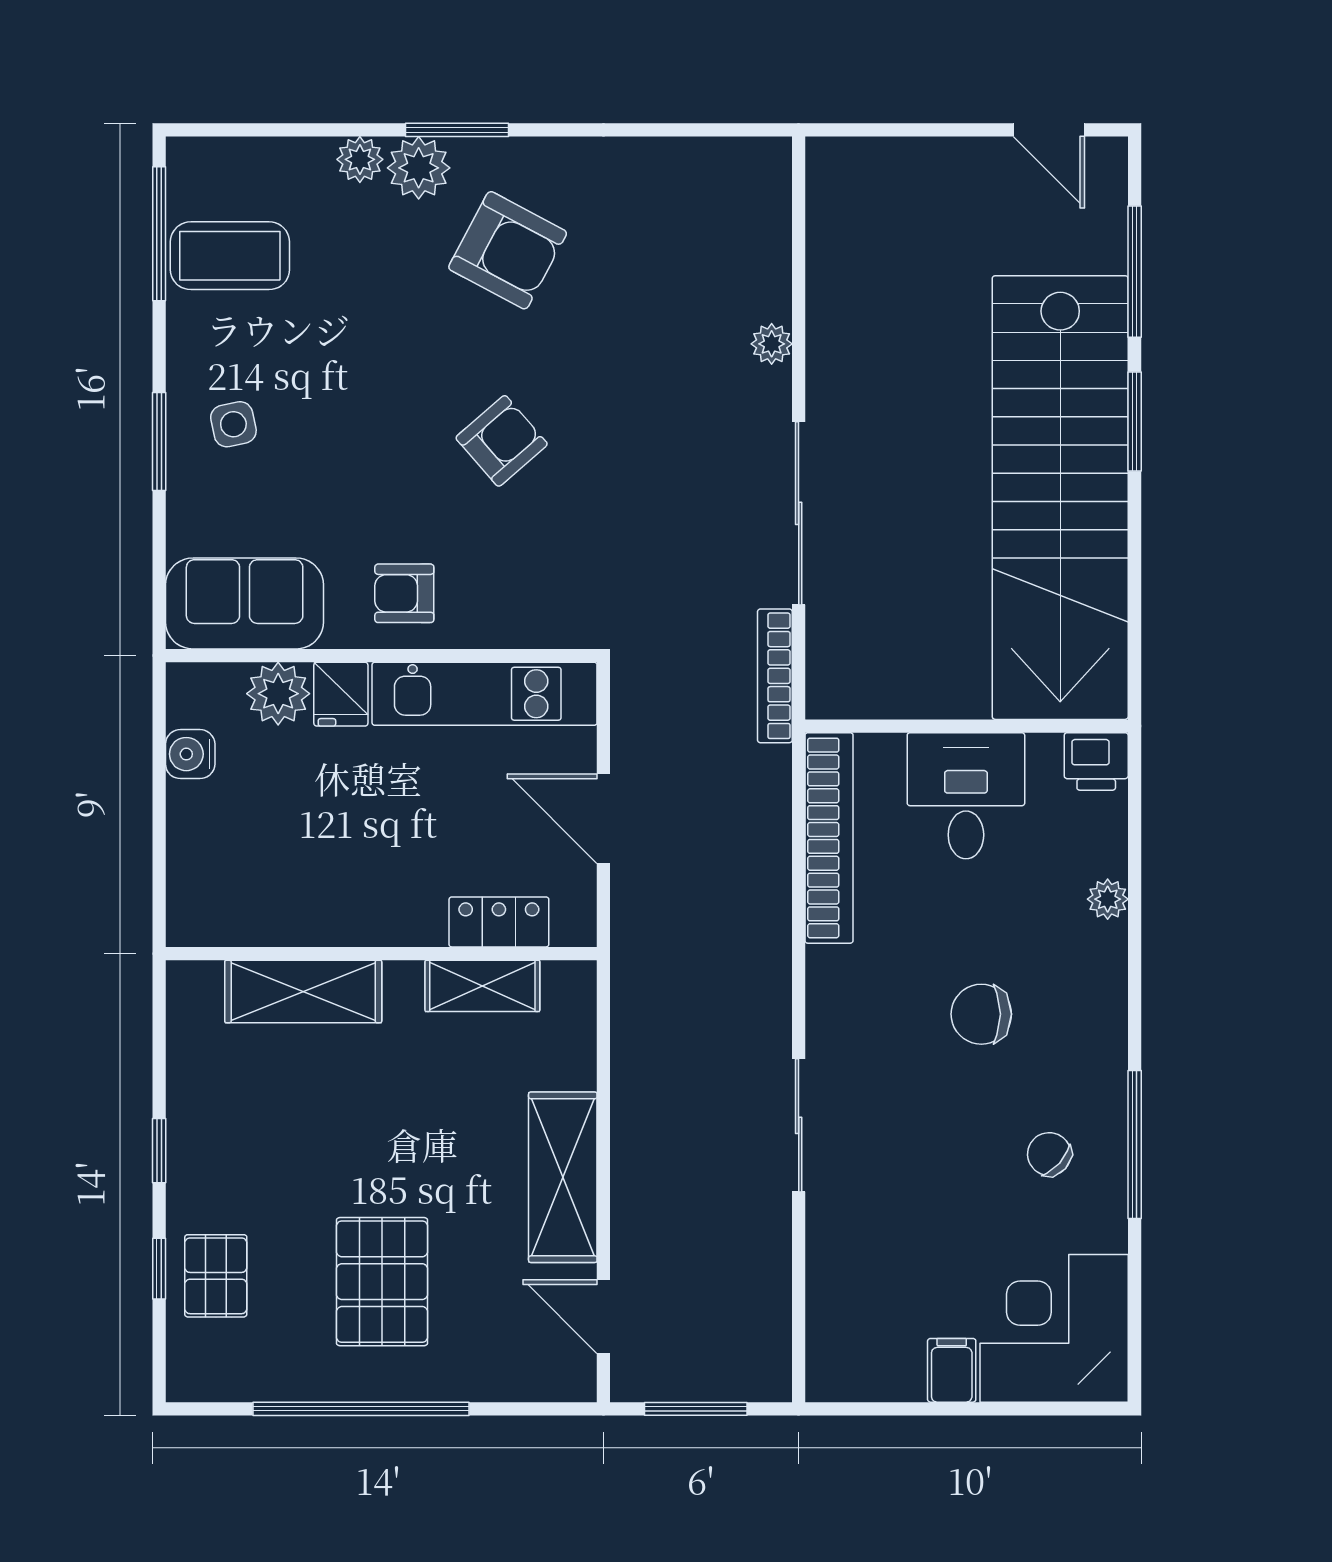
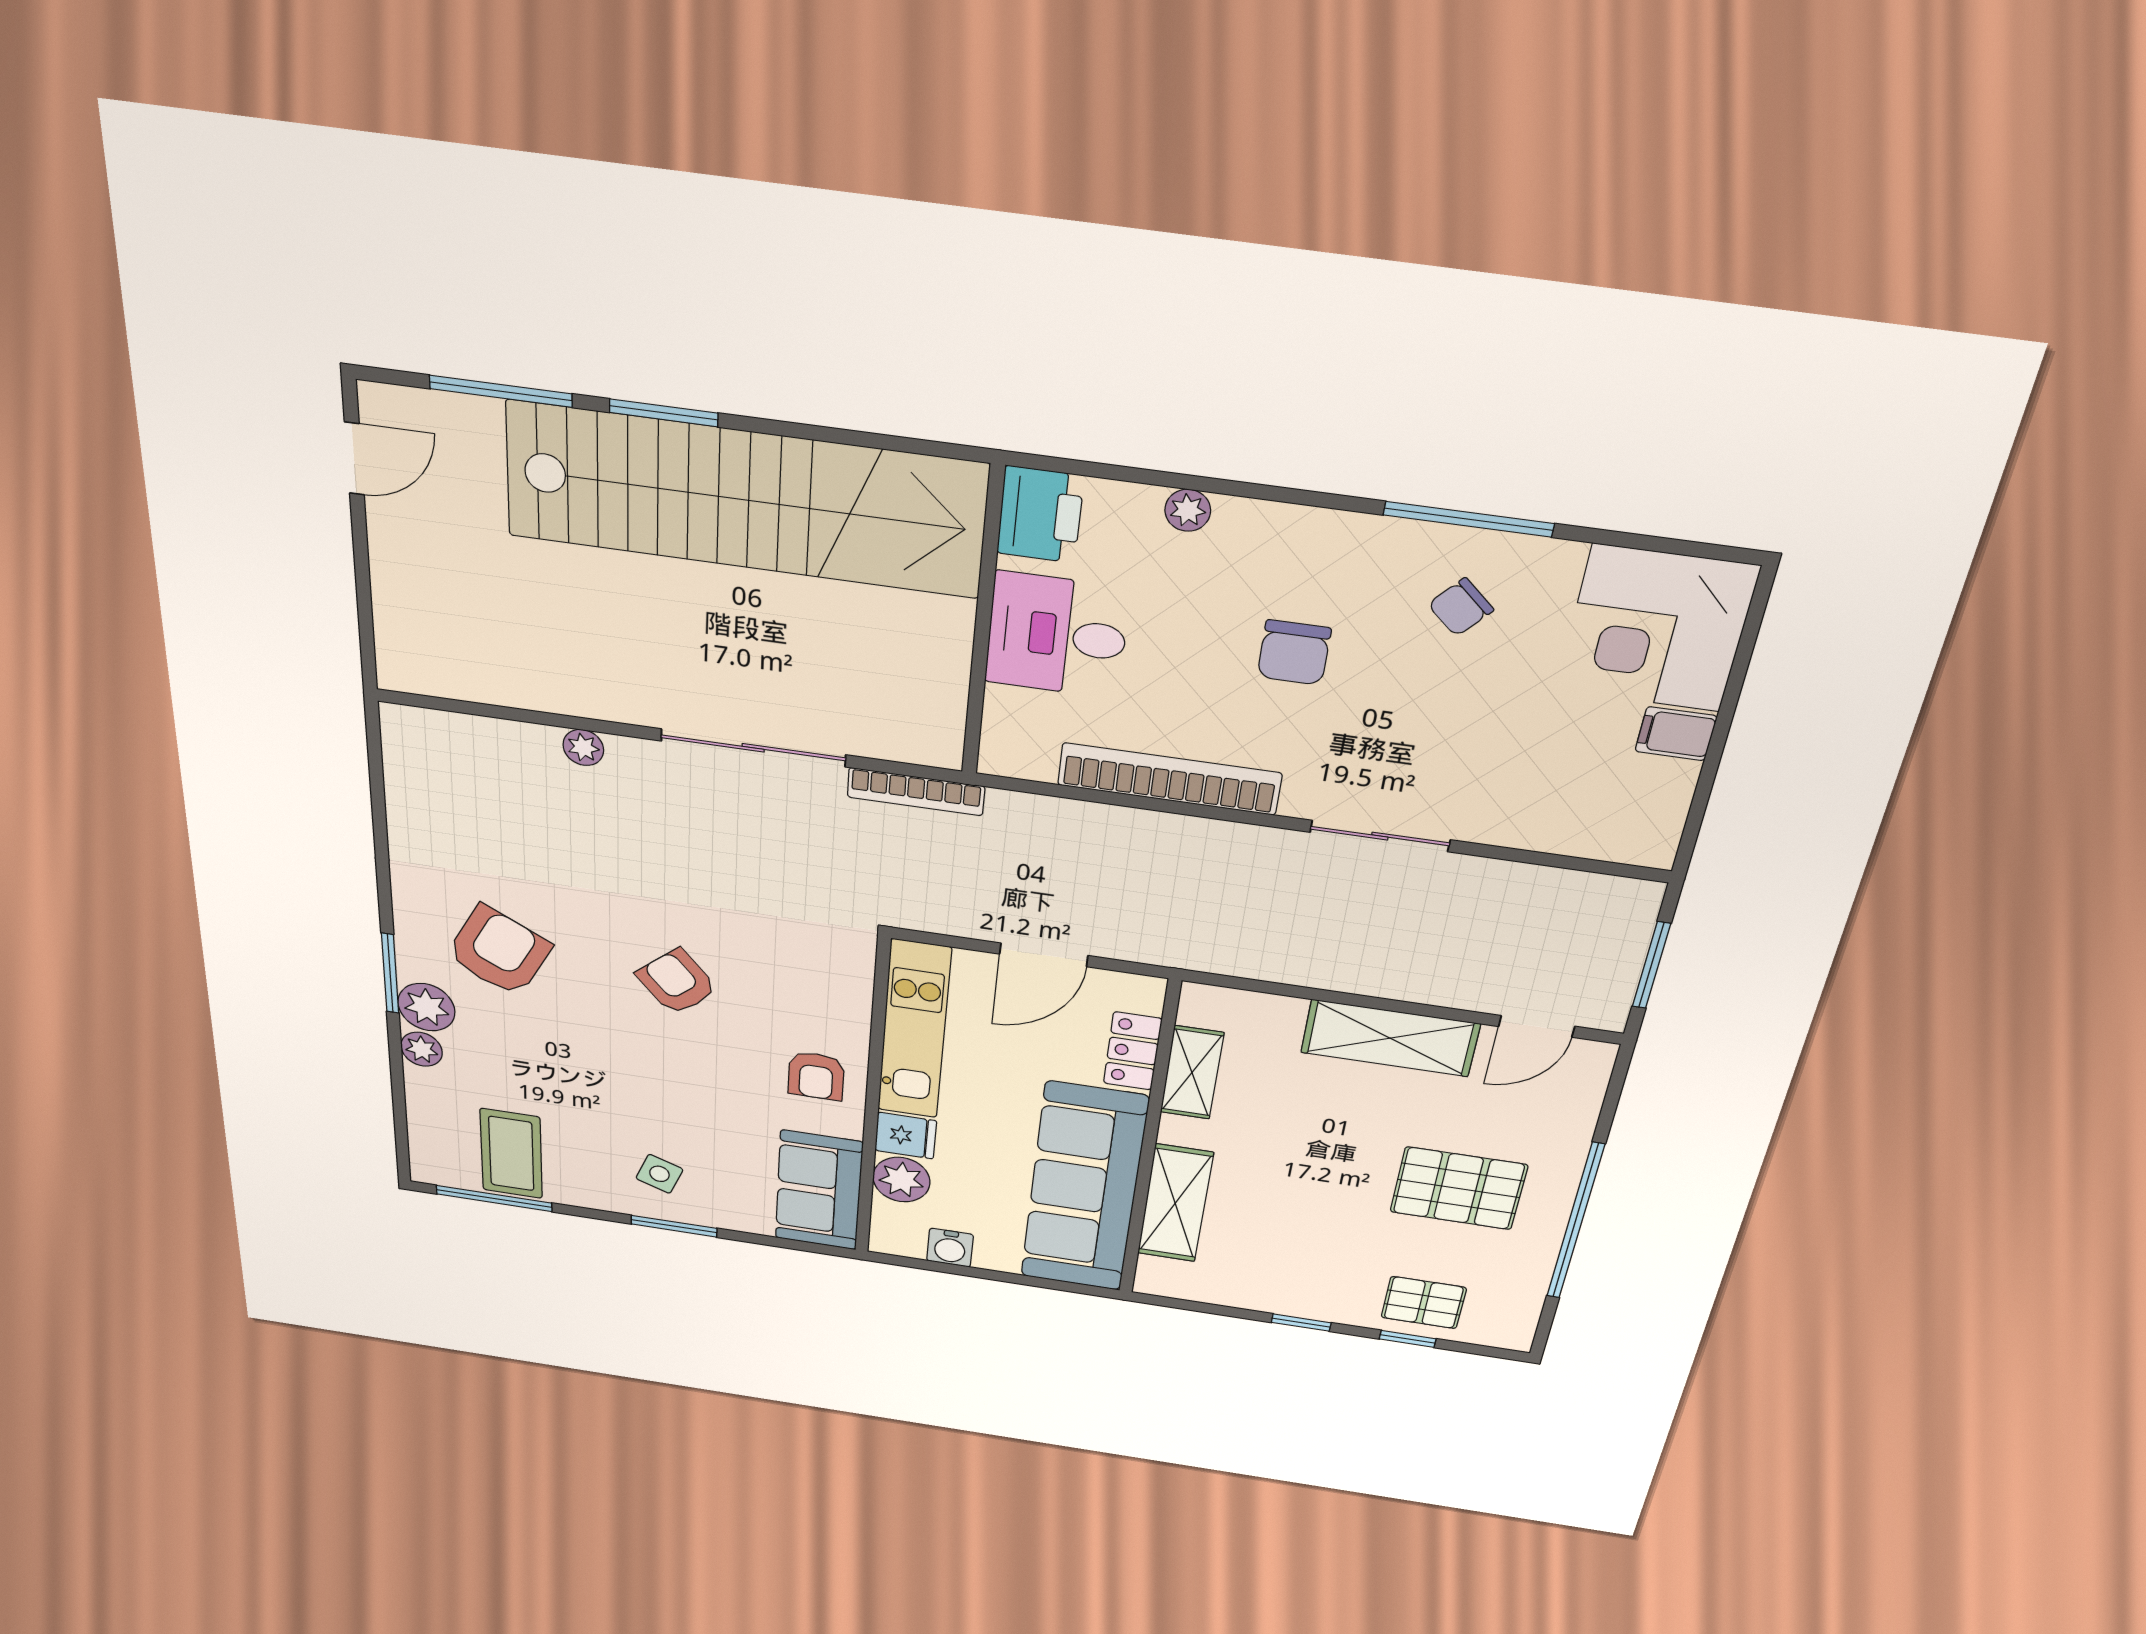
side table: (233, 424) -> (659, 1174), turned 33
printer: (1096, 761) -> (1040, 515), width x1.36, depth x1.24
bookcase: (829, 838) -> (1169, 779), moved
sofa: (305, 892) -> (1084, 1188), added

